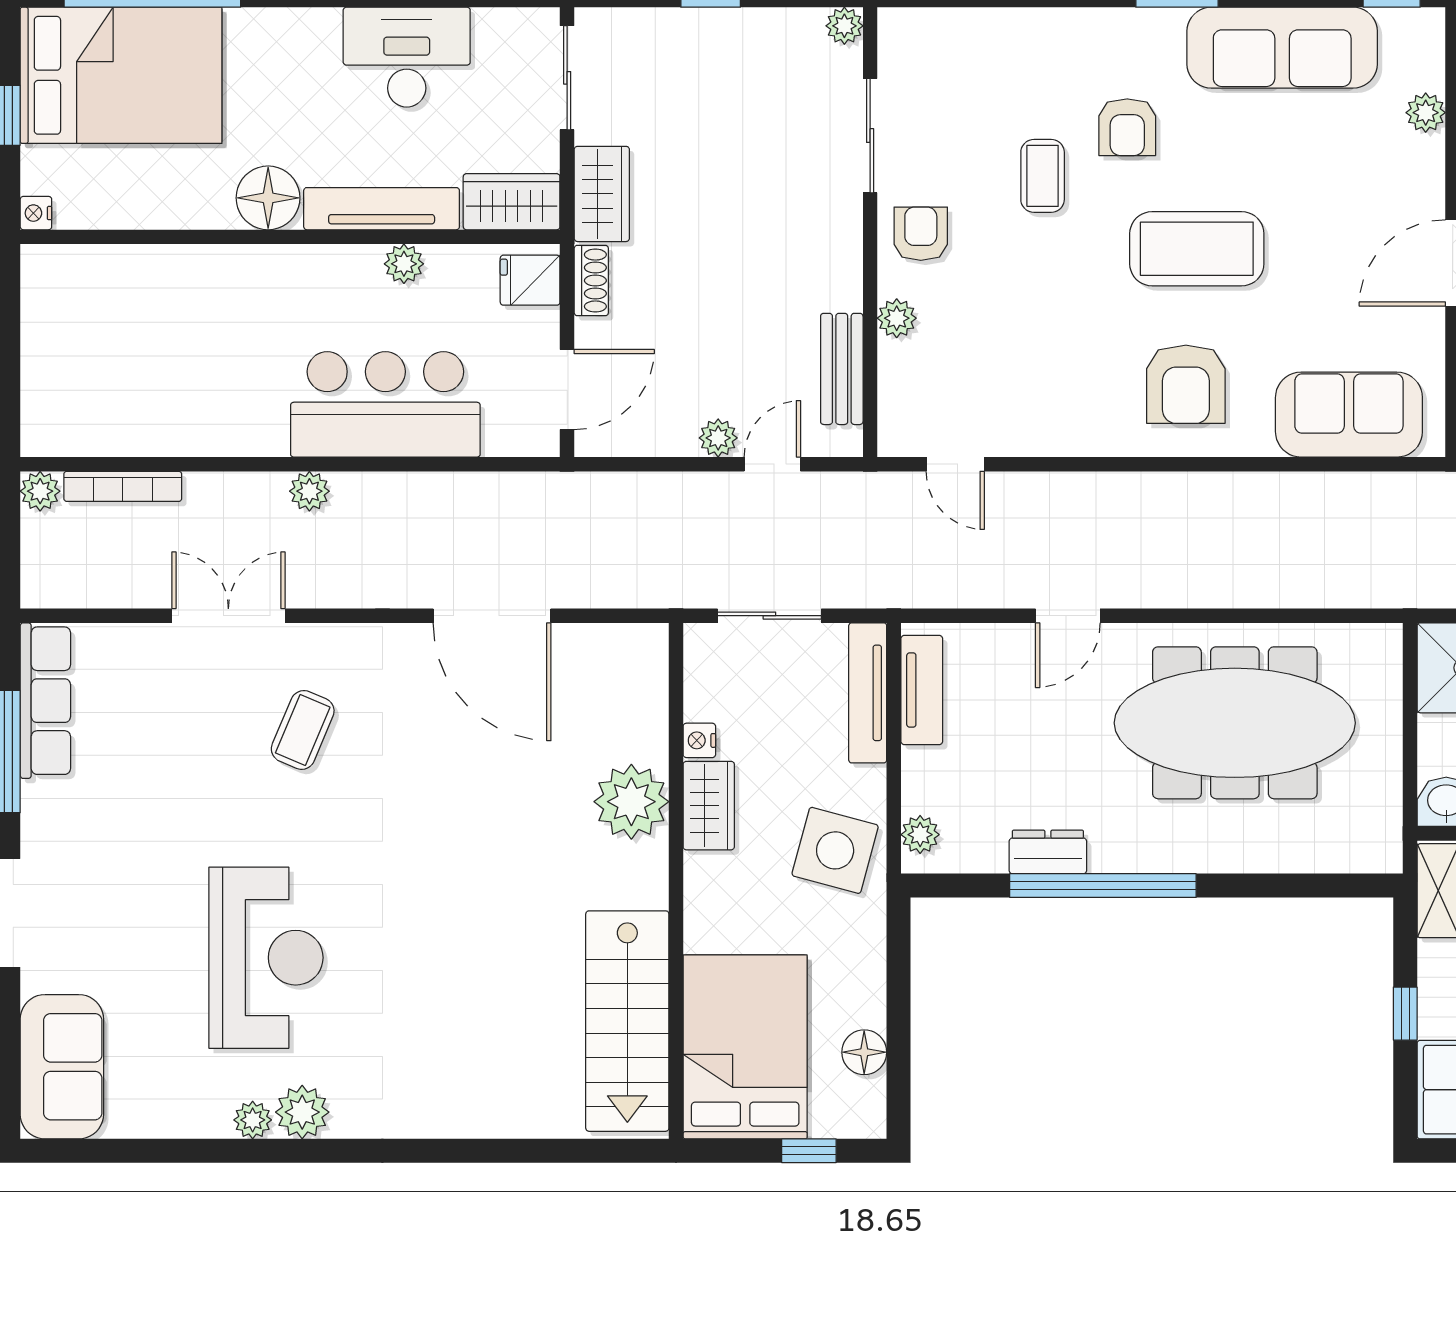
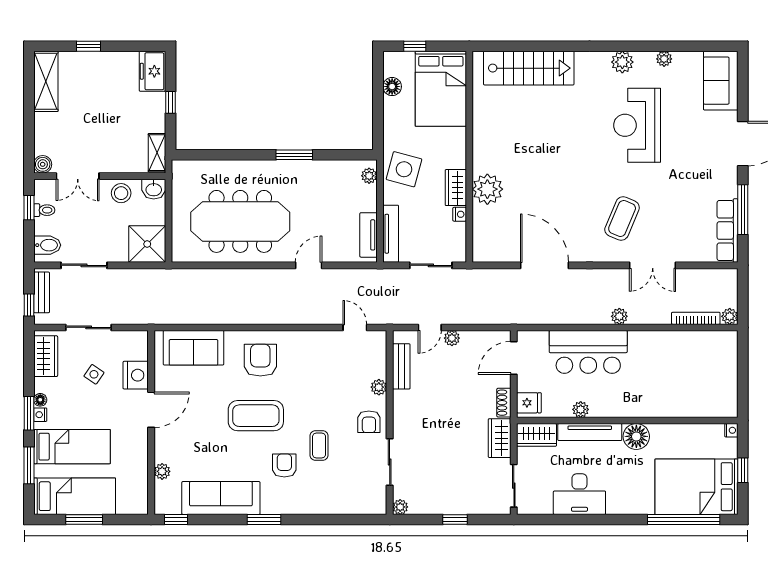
coffee table: (303, 730) -> (622, 219), width x1.36, depth x1.30
dresser: (1048, 852) -> (317, 169), removed
window: (1103, 886) -> (294, 155), width x0.47
stairs: (627, 1021) -> (529, 68), moved, turned 90
plant: (253, 1120) -> (664, 59), moved

